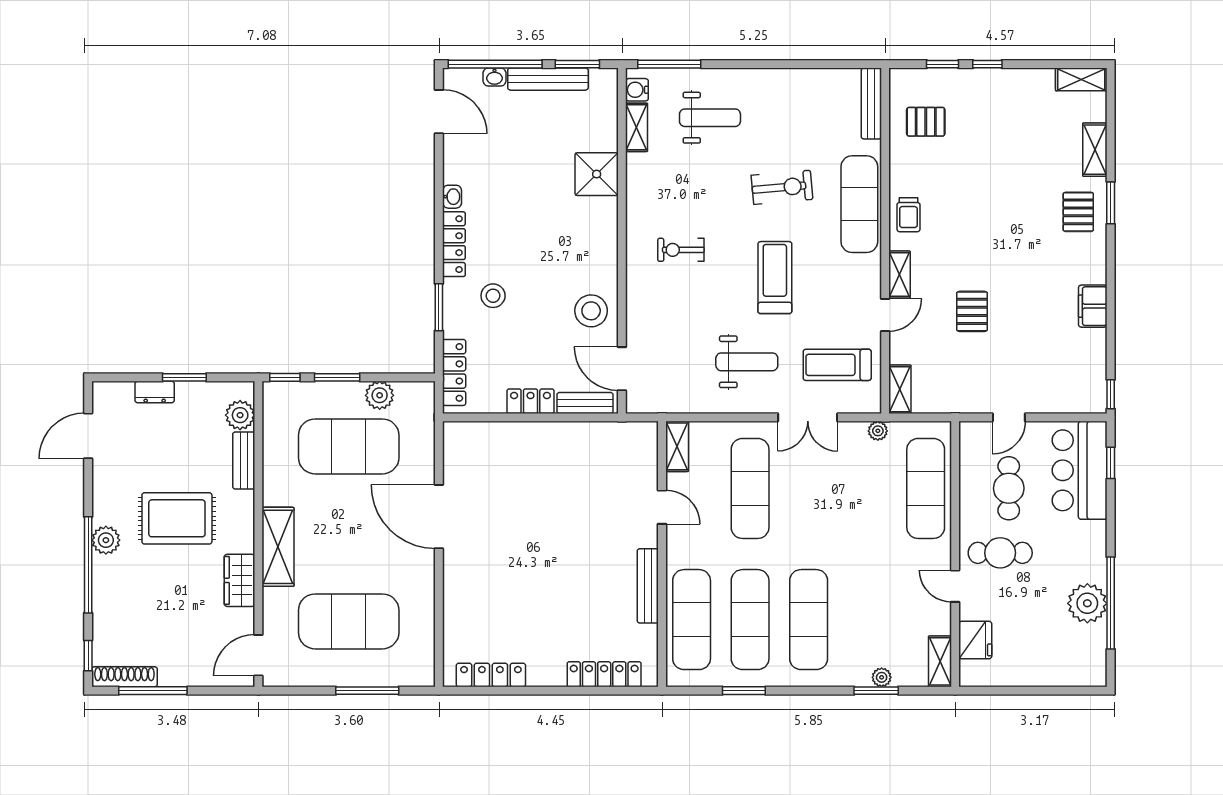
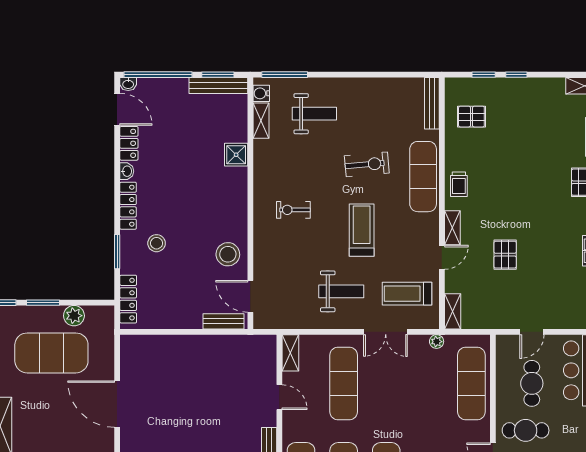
washbasin: (494, 77) -> (128, 84), moved
bench: (548, 79) -> (218, 86), moved
shower: (597, 174) -> (236, 155), width x0.73, depth x0.73
locker: (530, 401) -> (129, 143), moved, turned 90

